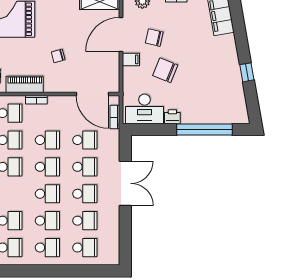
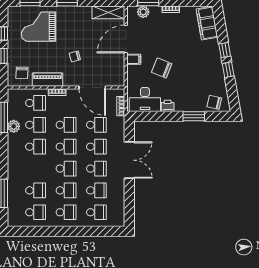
chair: (154, 38) -> (214, 102), moved
window: (243, 48) -> (225, 50), added
door: (92, 94) -> (92, 87), moved
window: (205, 129) -> (194, 116), width x0.47

